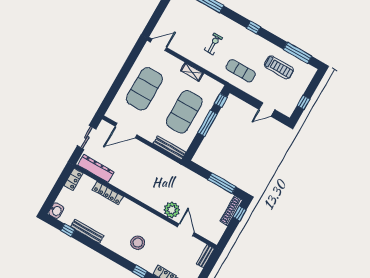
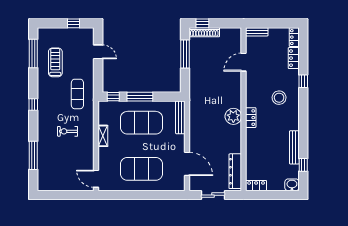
locker: (108, 193) -> (251, 118), moved, width x0.66
plant: (172, 210) -> (233, 116), moved

